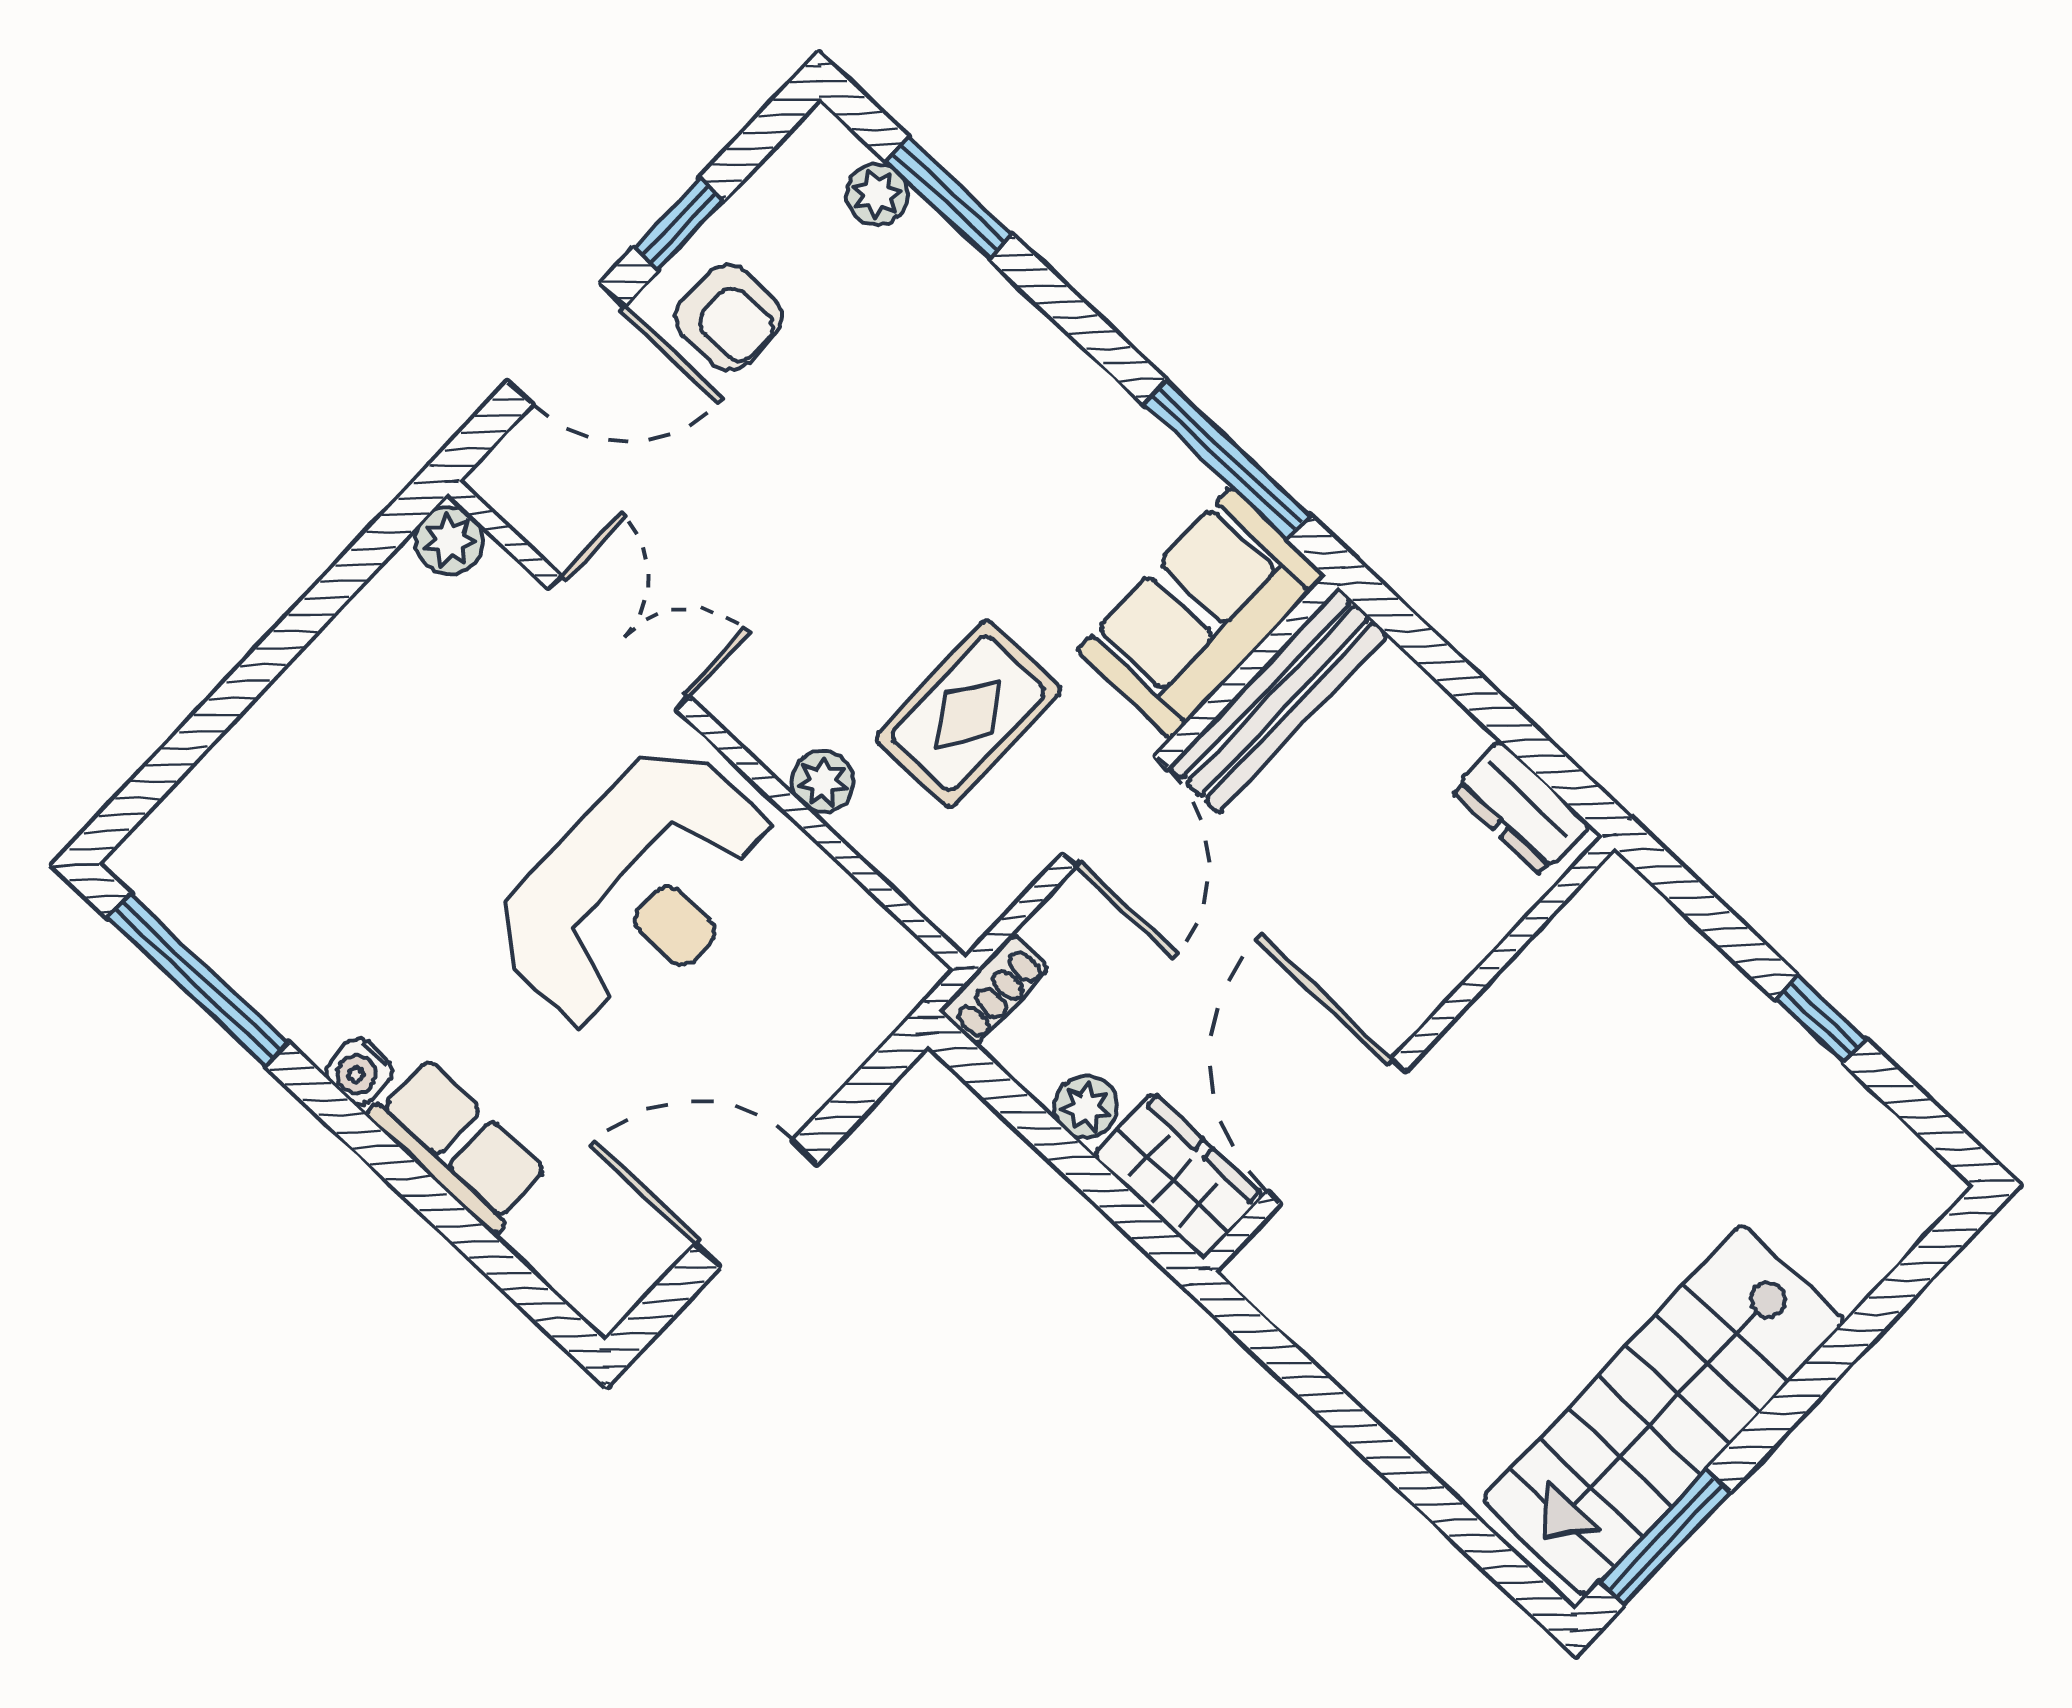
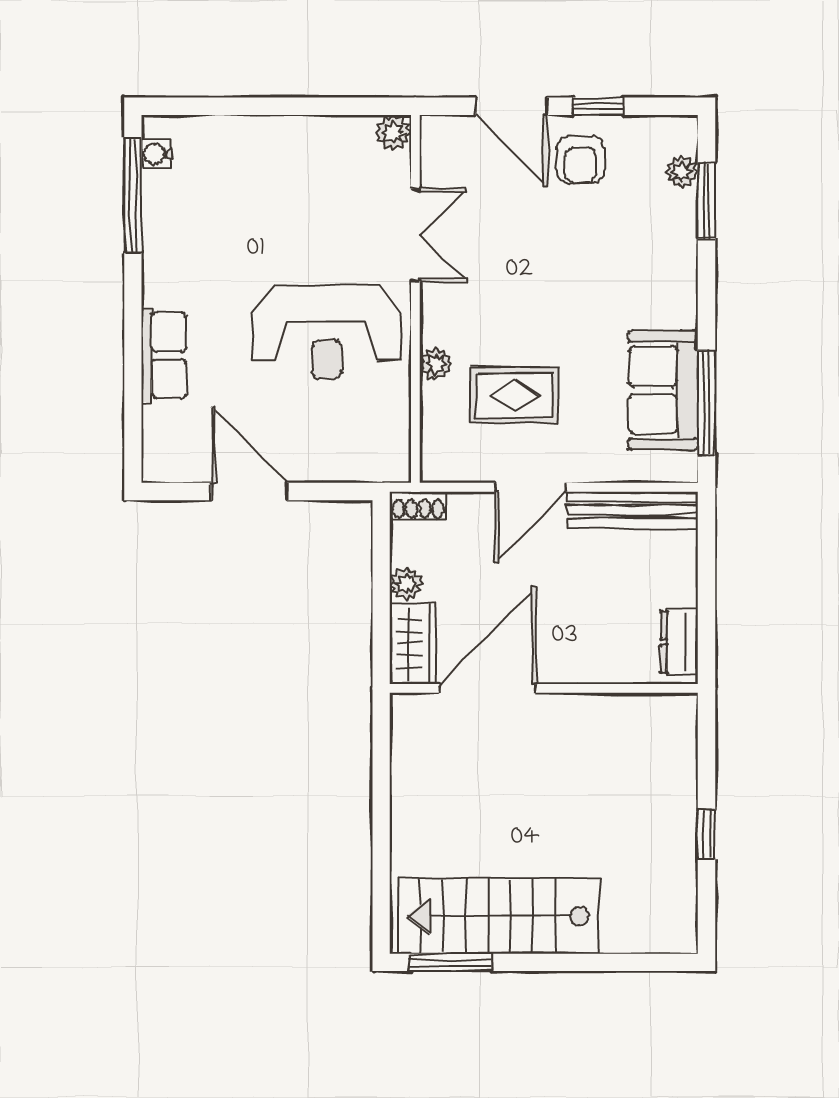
sofa: (1201, 613) -> (663, 390), moved, turned -90
water cooler: (359, 1071) -> (156, 154), moved

